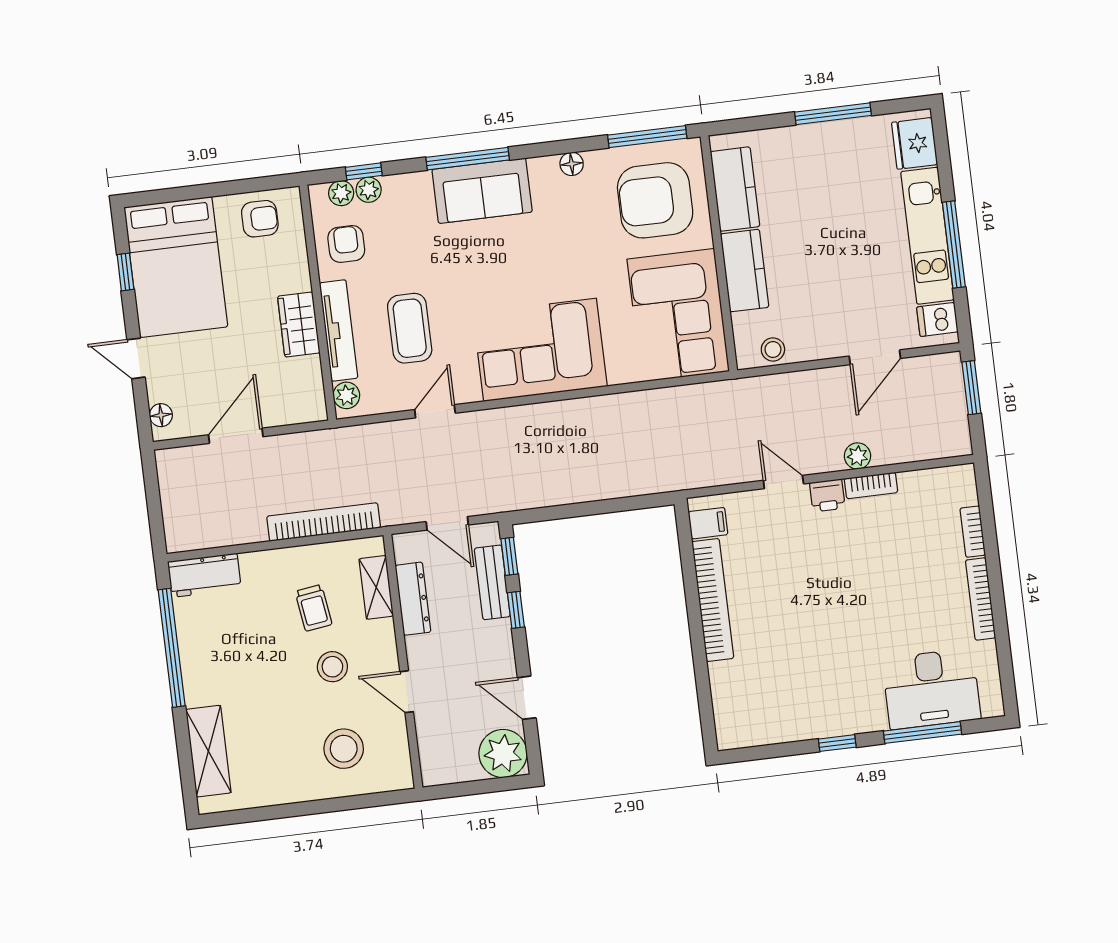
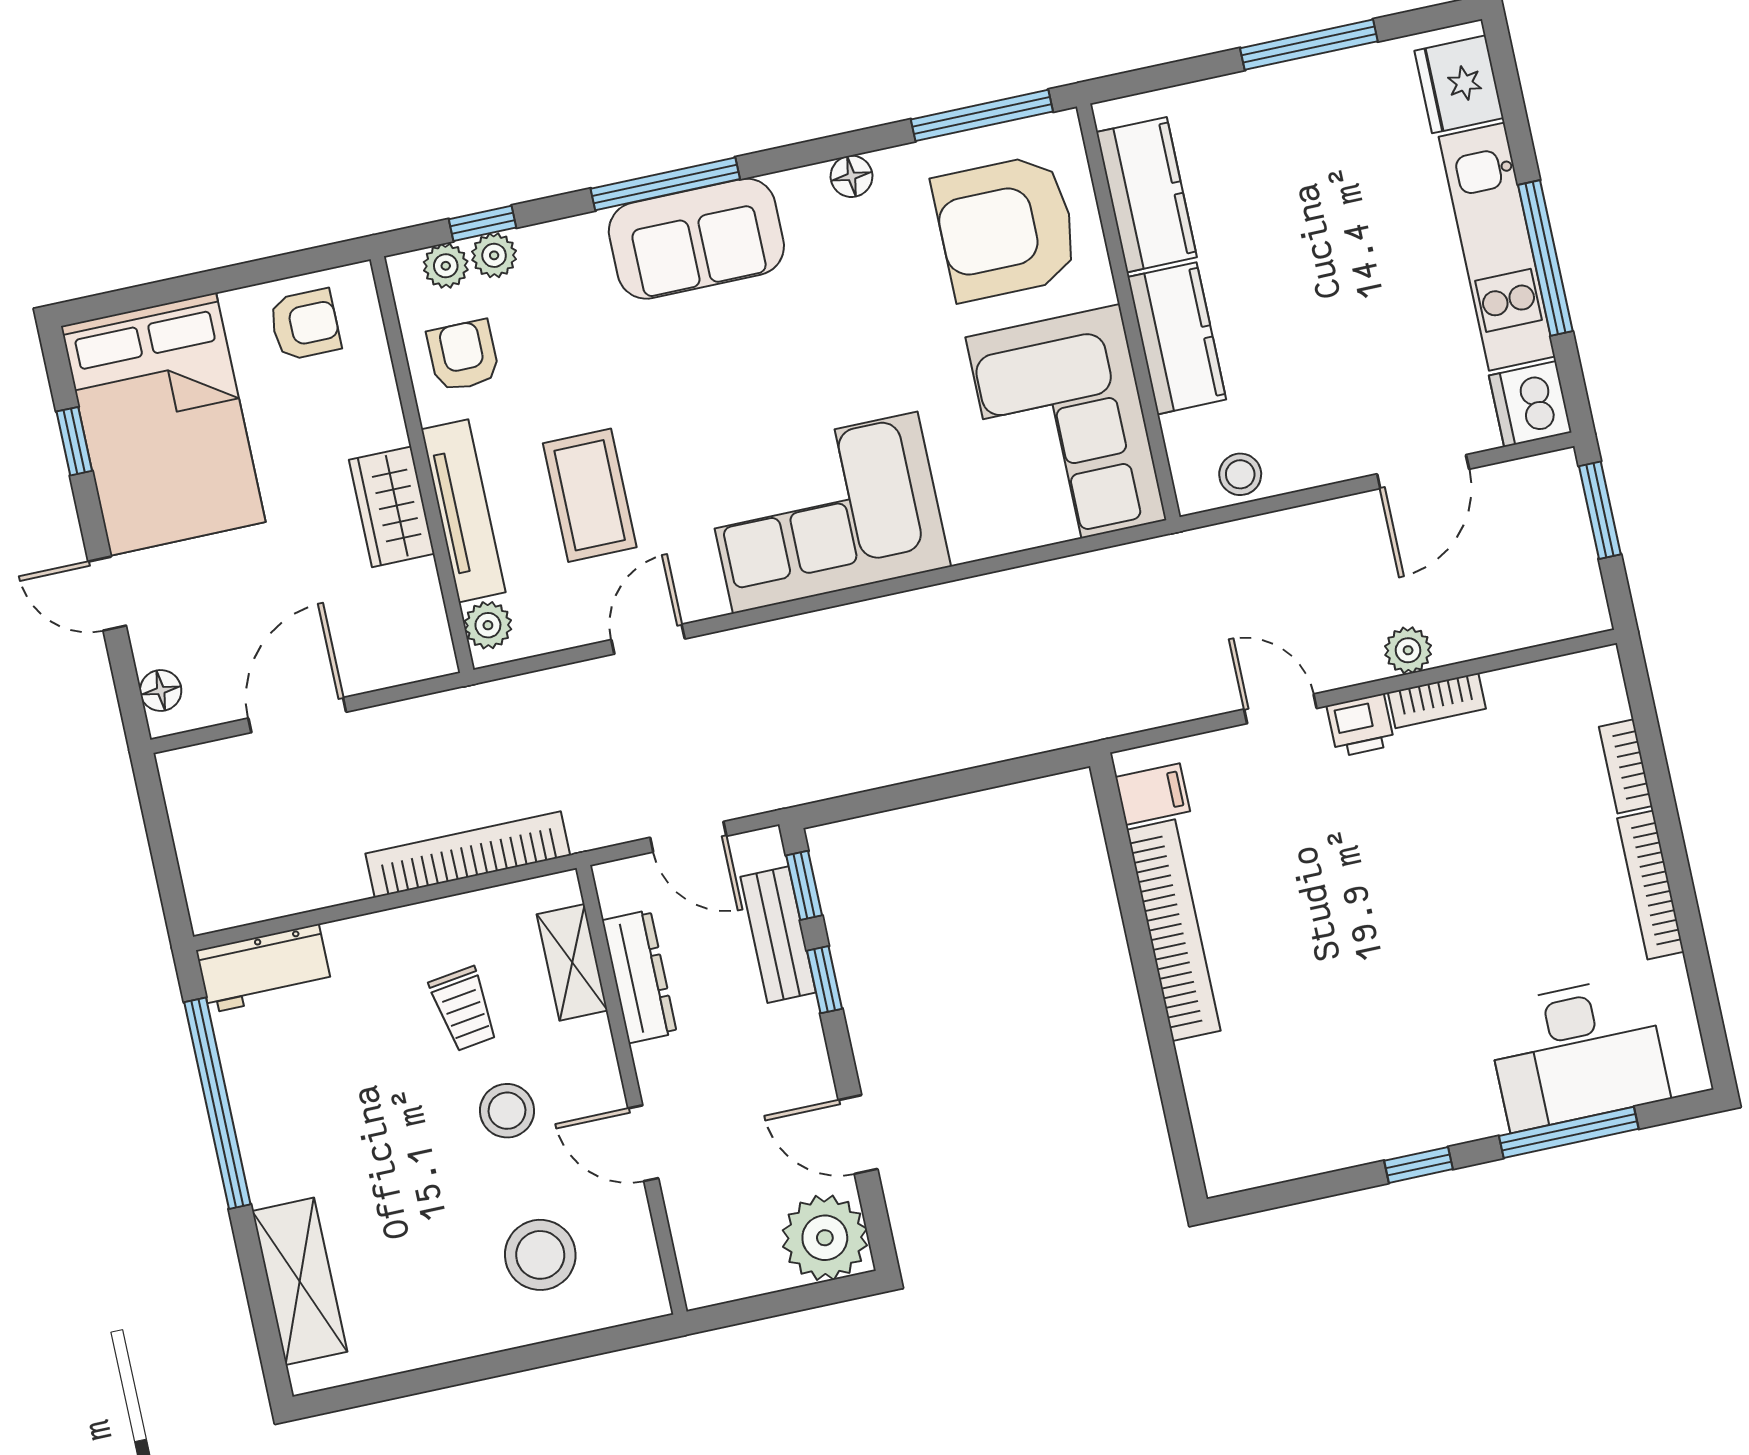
dishwasher: (937, 319) -> (1530, 404), width x1.38

